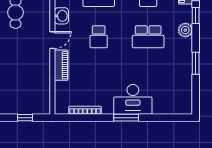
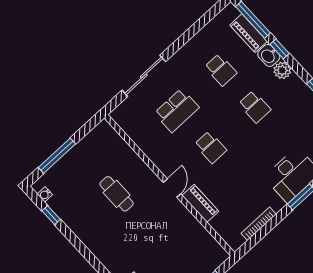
washbasin: (61, 16) -> (269, 55), moved, turned 180
school desk: (148, 37) -> (255, 107), width x0.54

